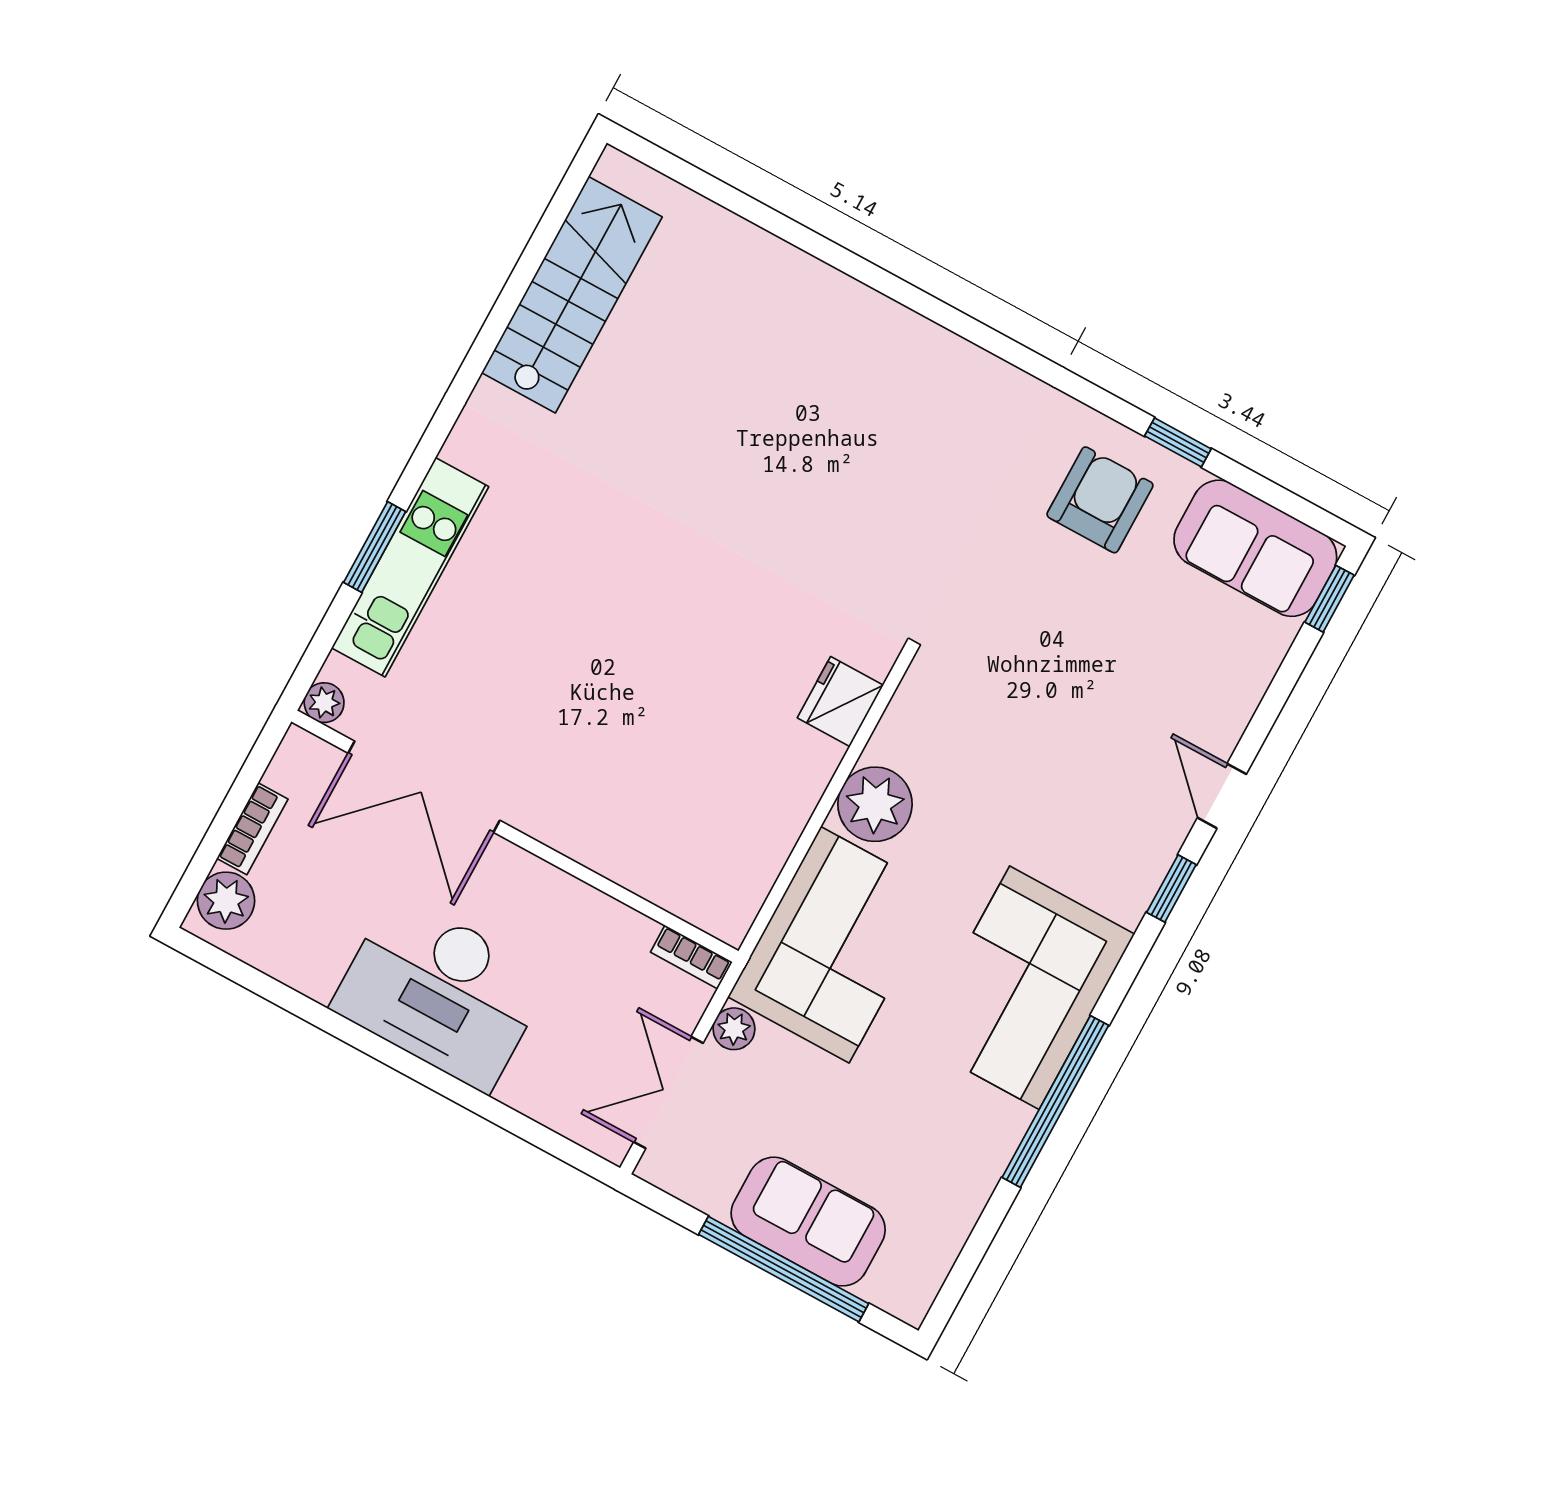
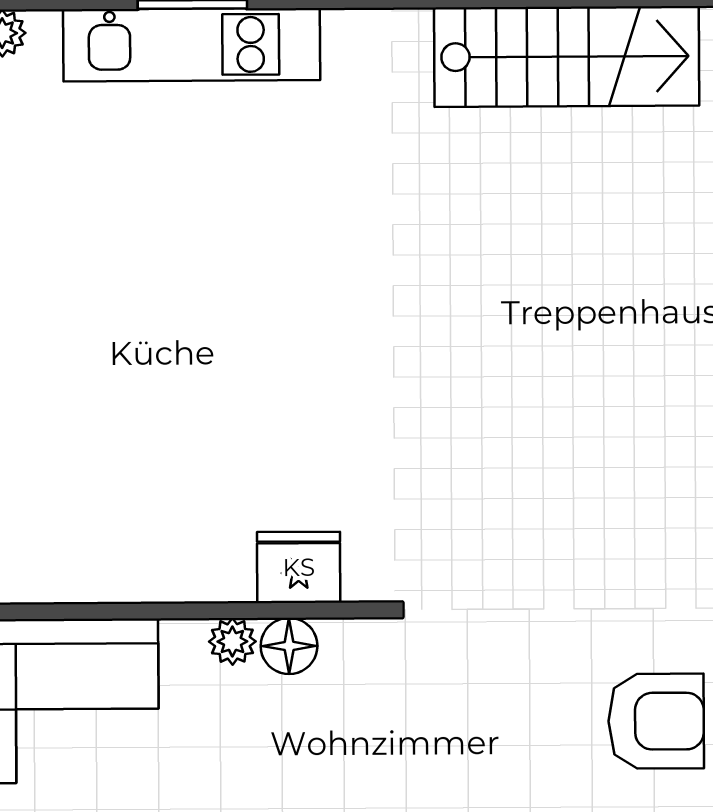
floor lamp: (894, 741) -> (289, 646), added
plant: (875, 804) -> (232, 641), width x0.53, depth x0.53

